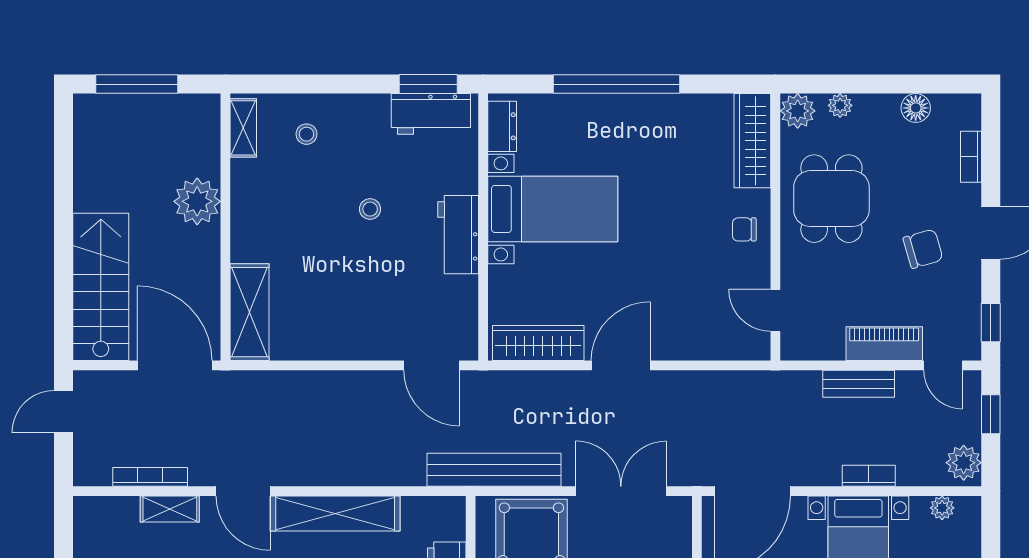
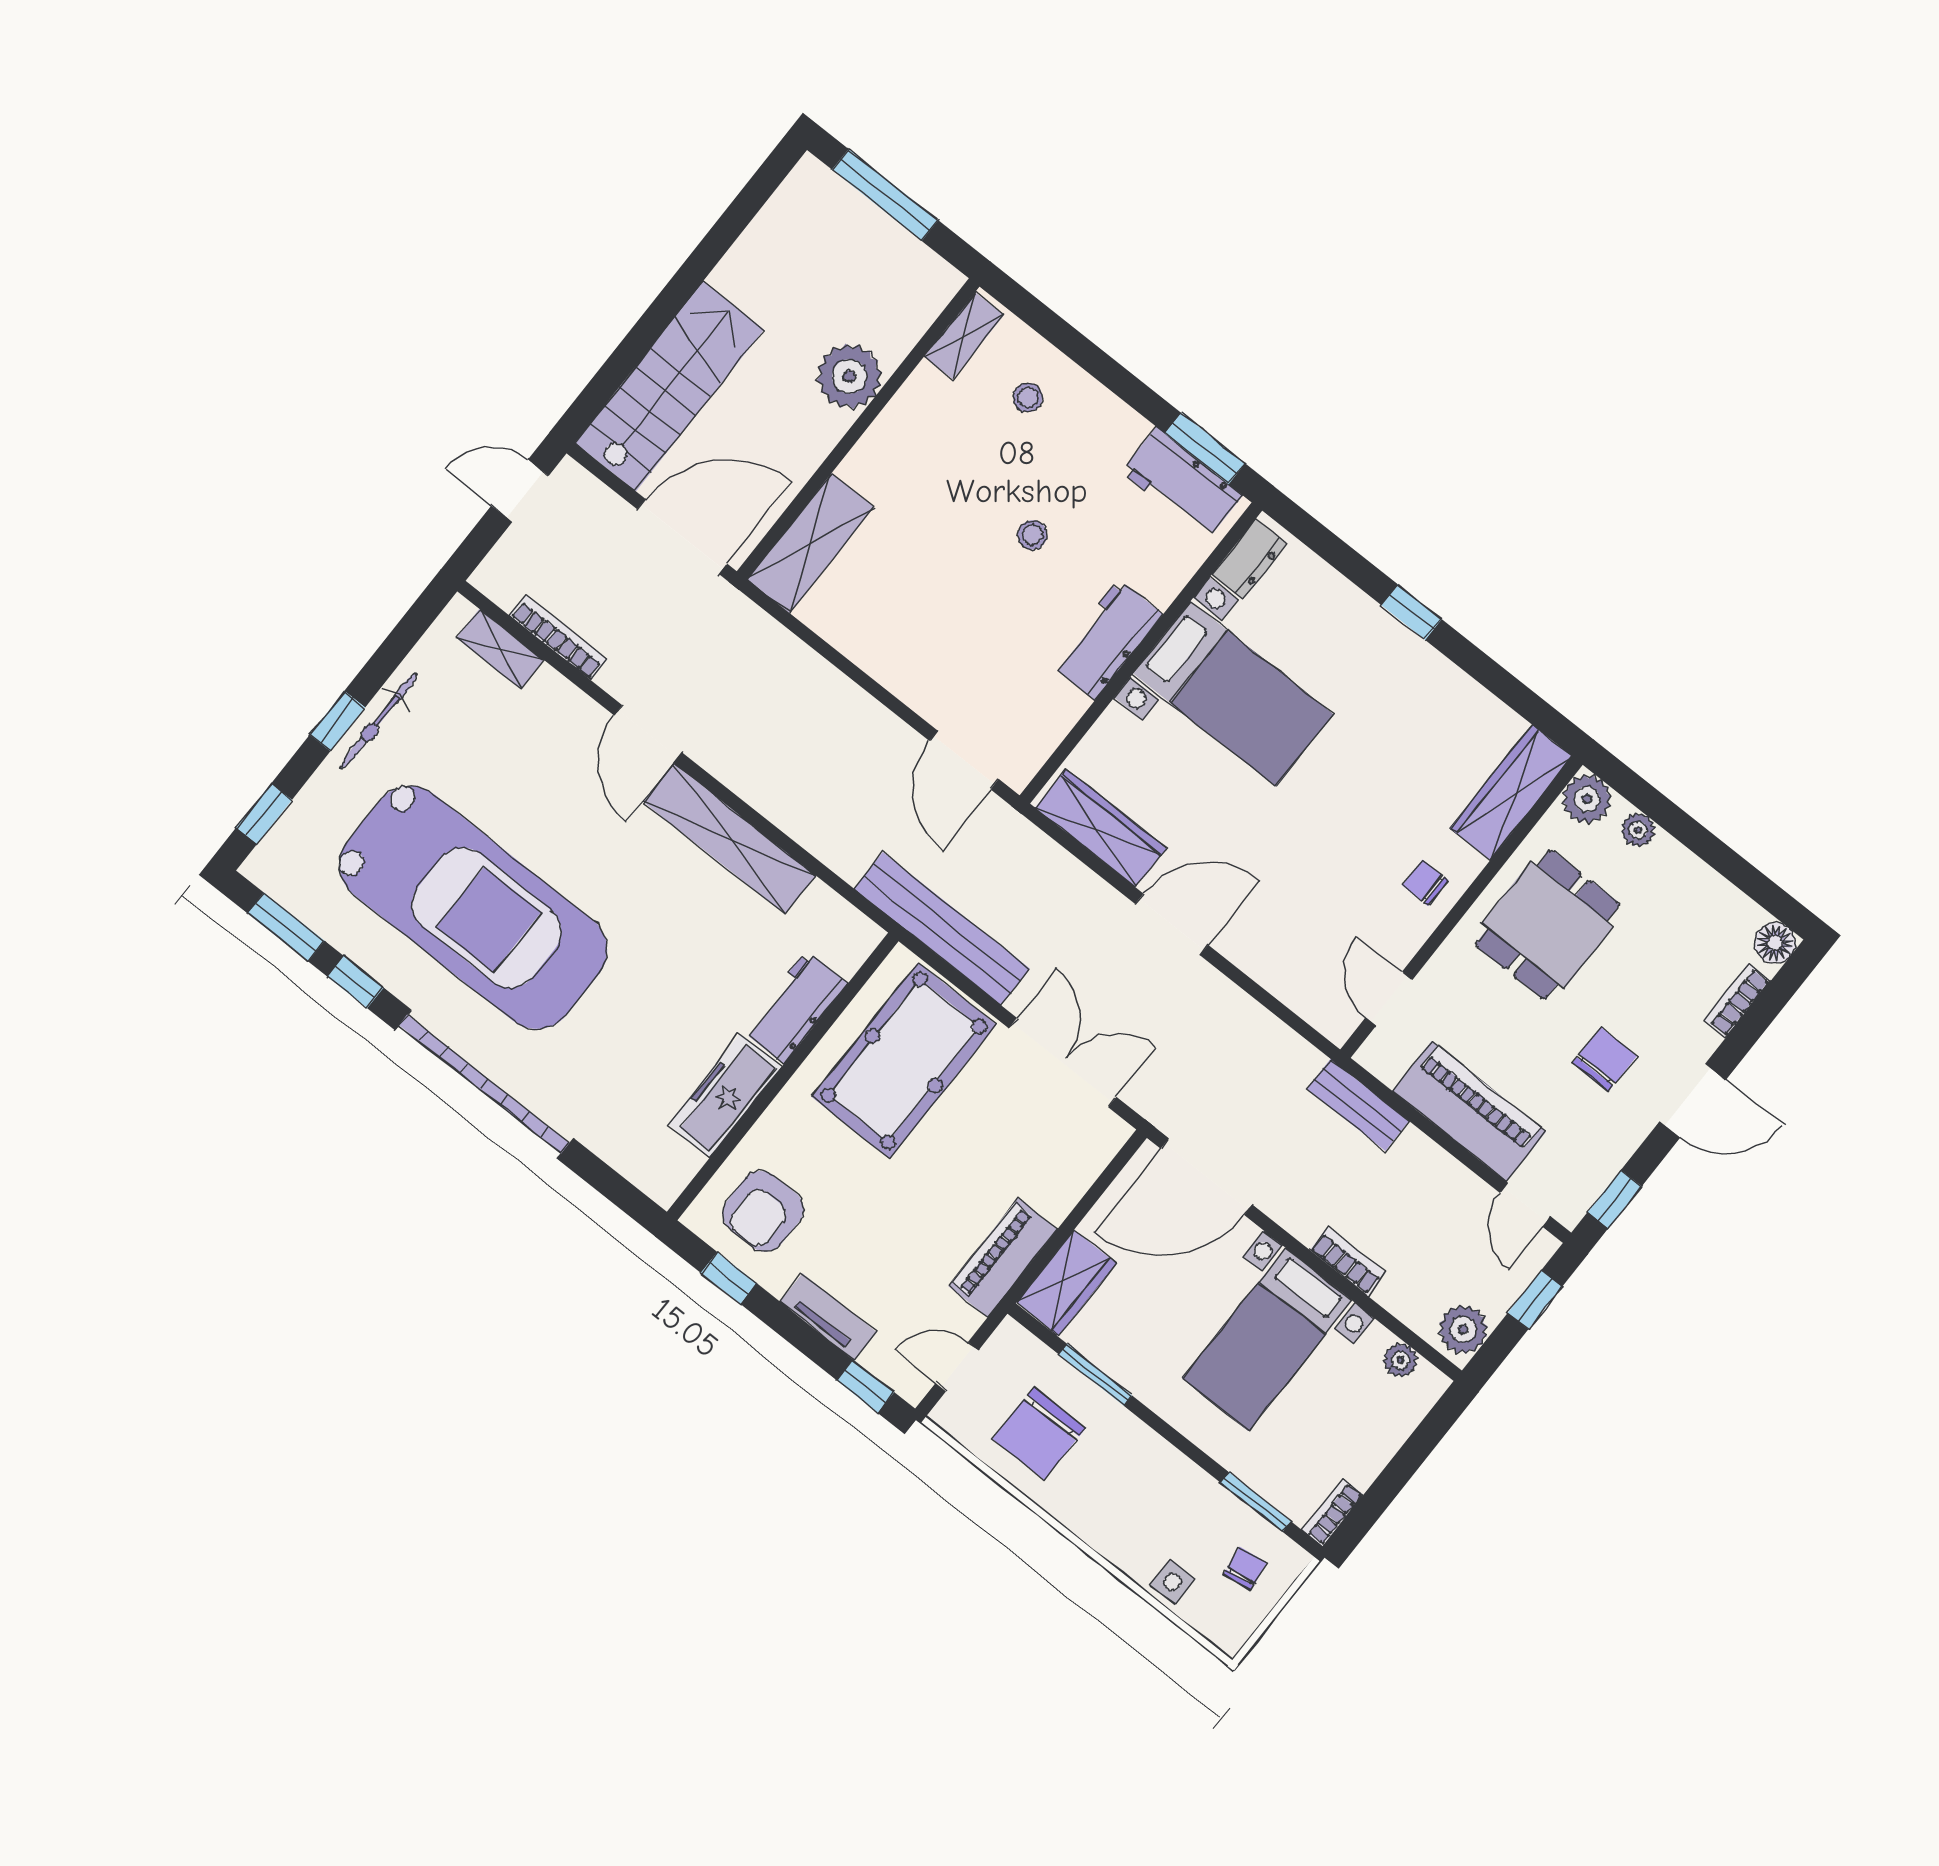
window: (616, 84) -> (1412, 612), width x0.32
floor lamp: (916, 108) -> (1775, 943), moved
chair: (923, 249) -> (1605, 1059), turned -74
piano: (884, 344) -> (1469, 1111), width x1.37, depth x1.33
door: (175, 365) -> (682, 537), hinge flipped
bench: (859, 384) -> (1358, 1105), moved
shelving: (170, 509) -> (500, 649), moved

